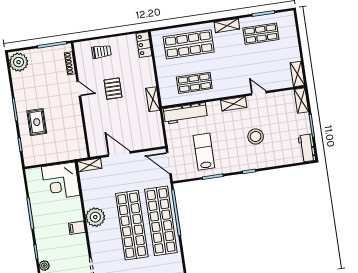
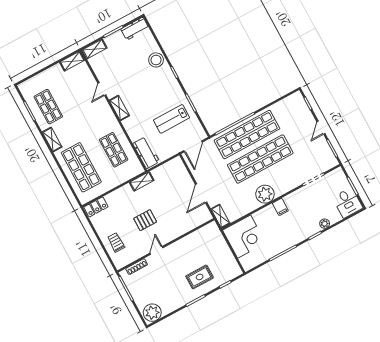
workbench: (185, 113) -> (146, 153), width x0.73
stool: (256, 137) -> (156, 60), moved

